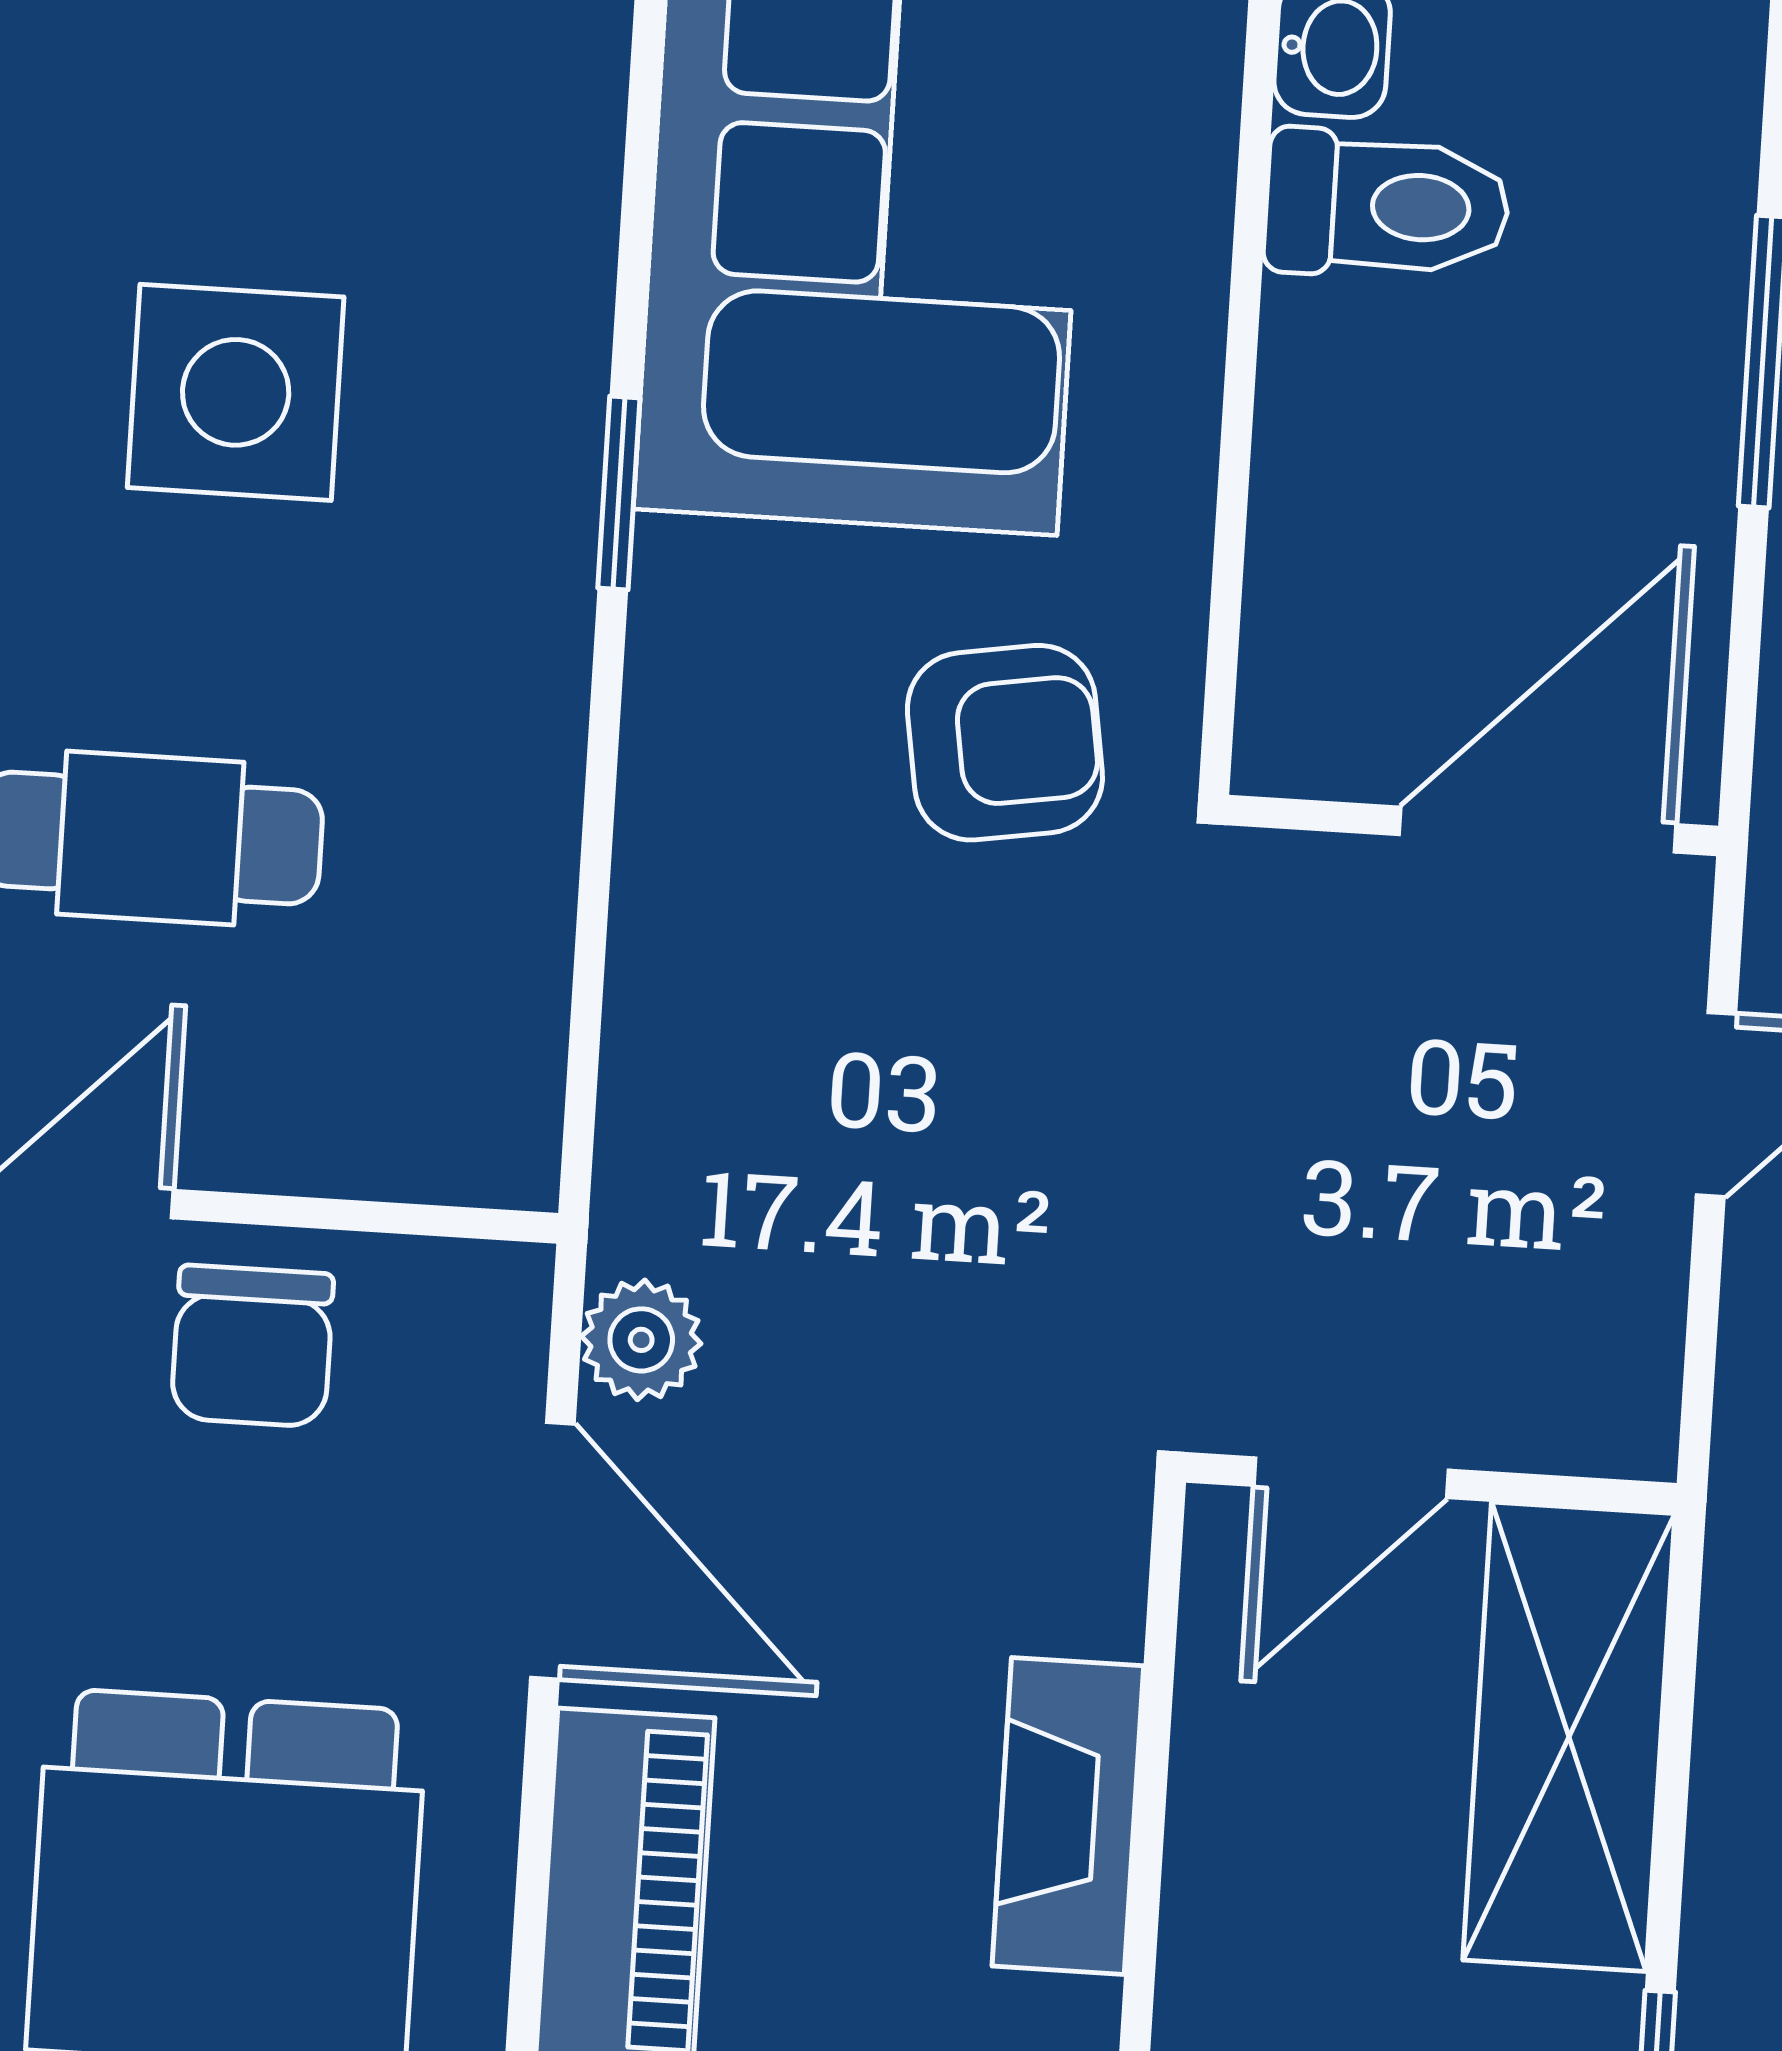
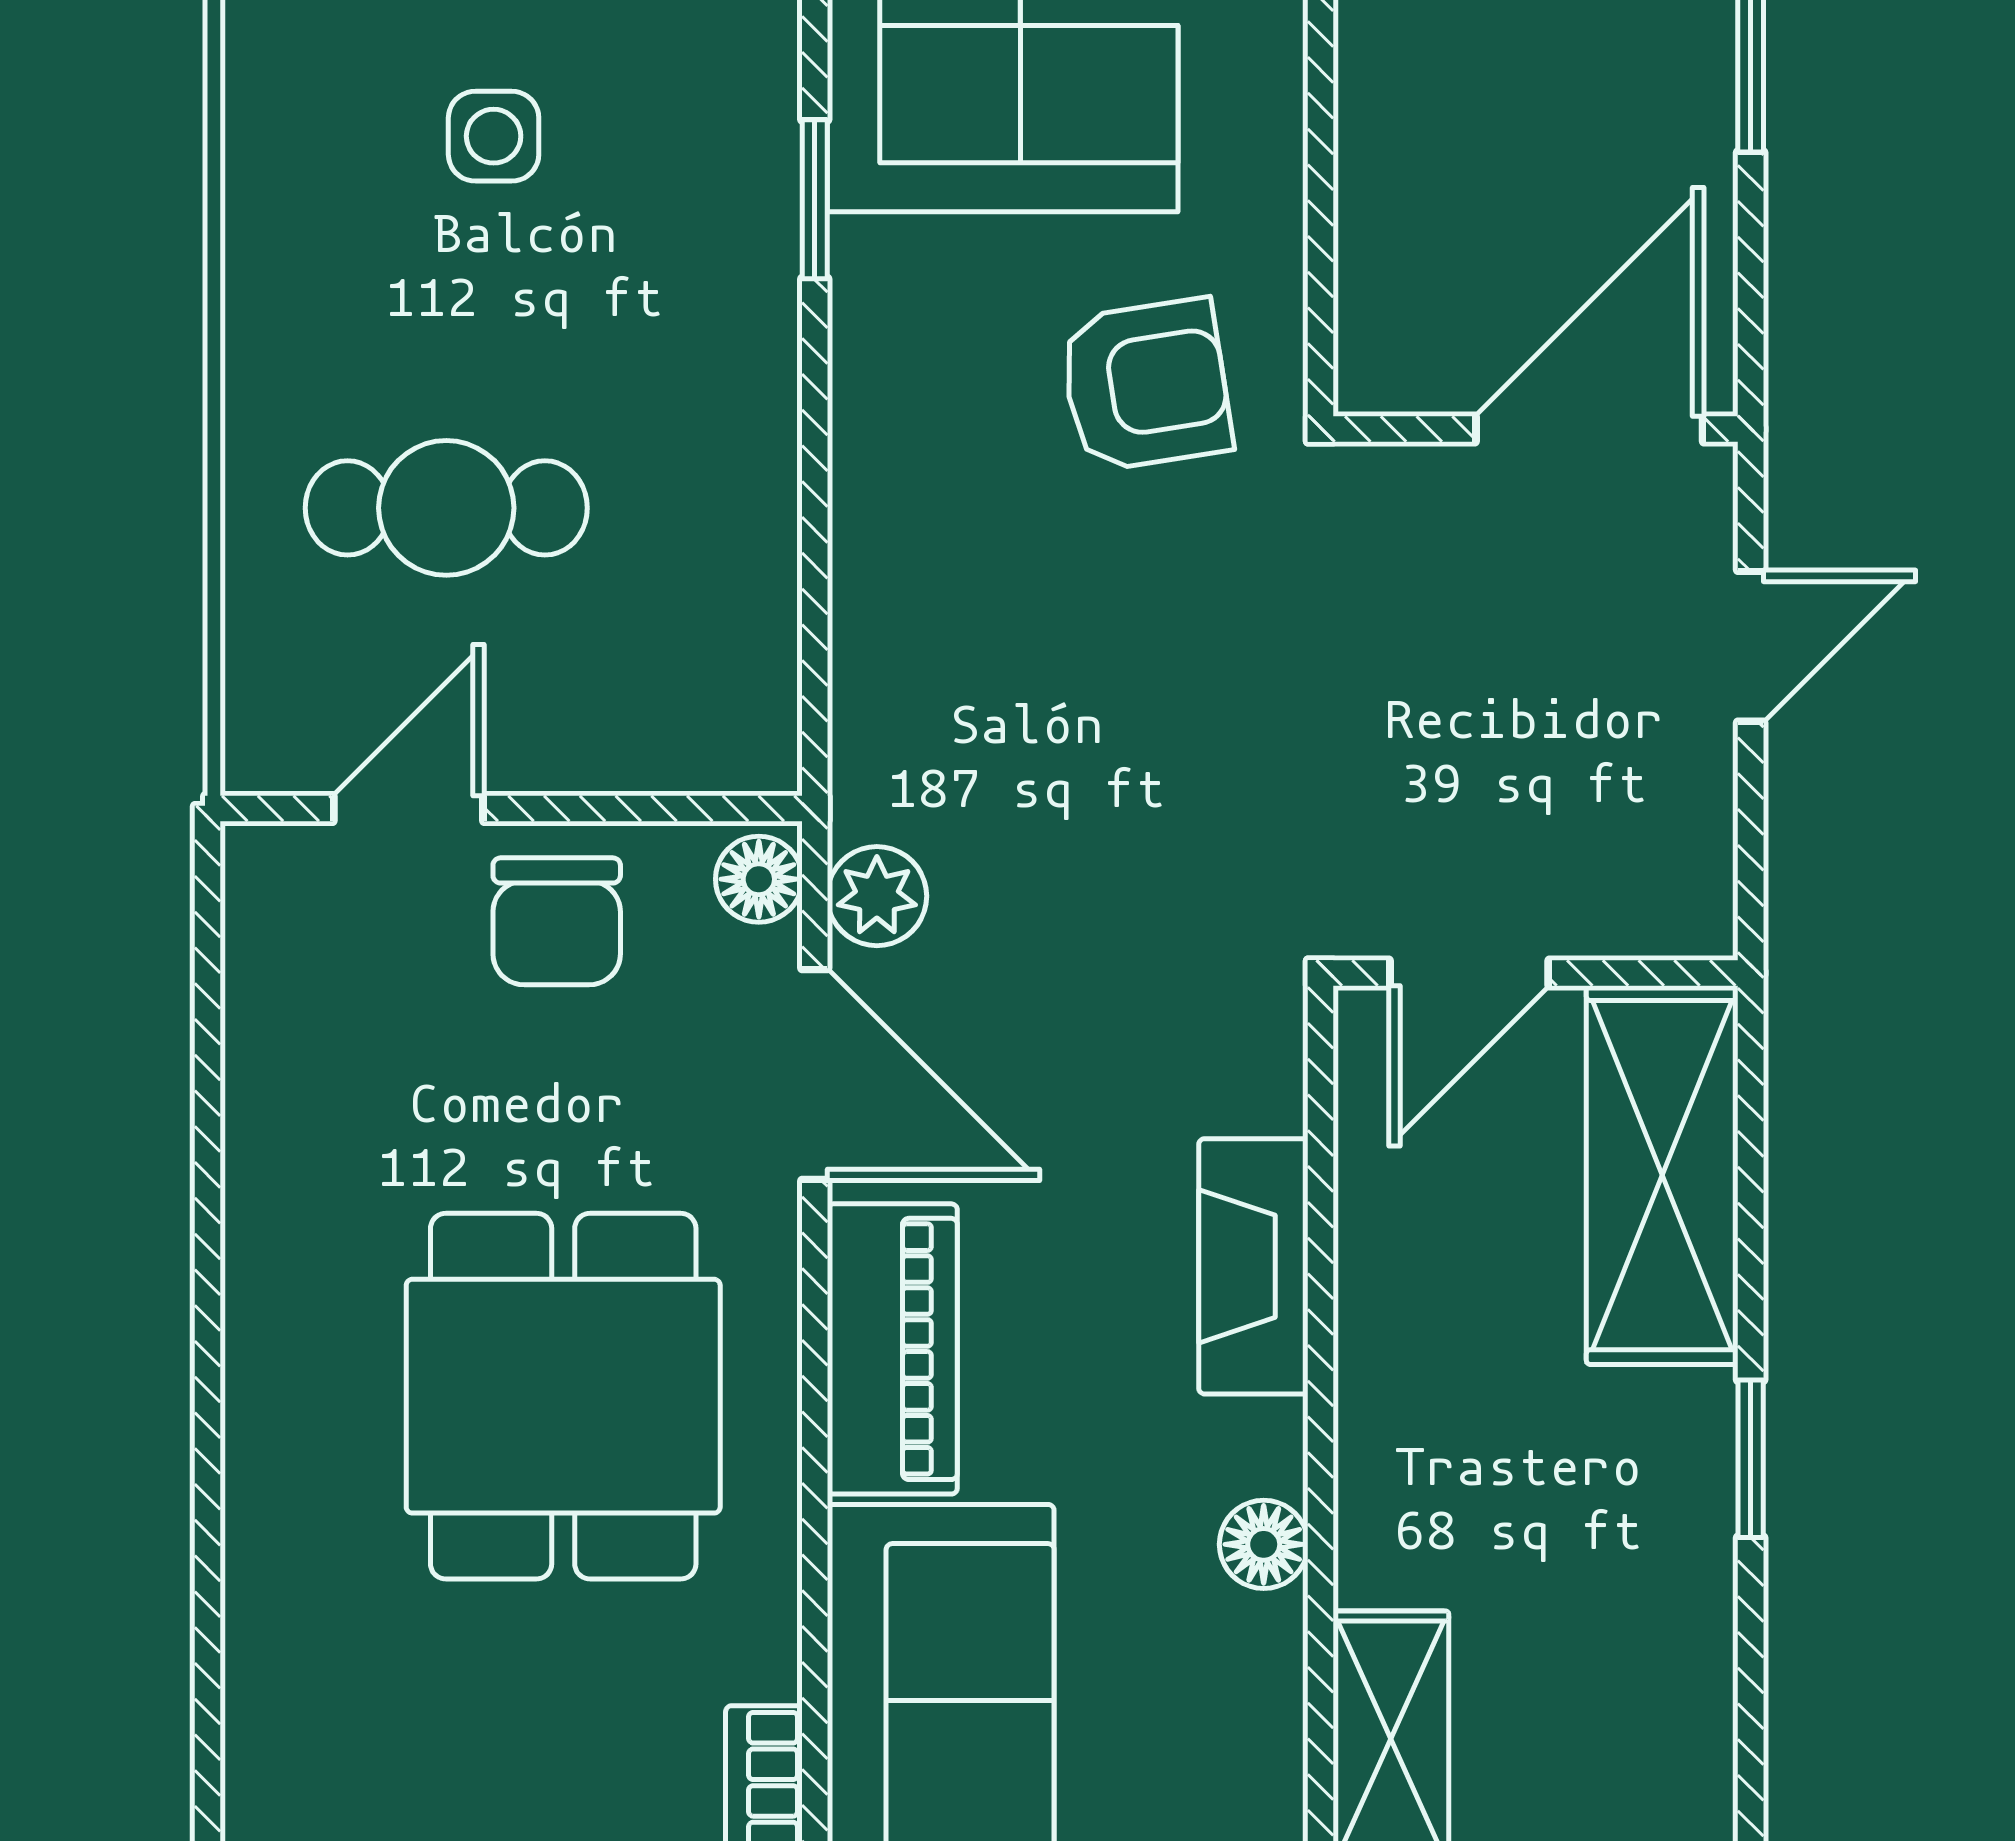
side table: (236, 392) -> (494, 136), width x0.54, depth x0.54
floor lamp: (500, 1311) -> (759, 879), added

